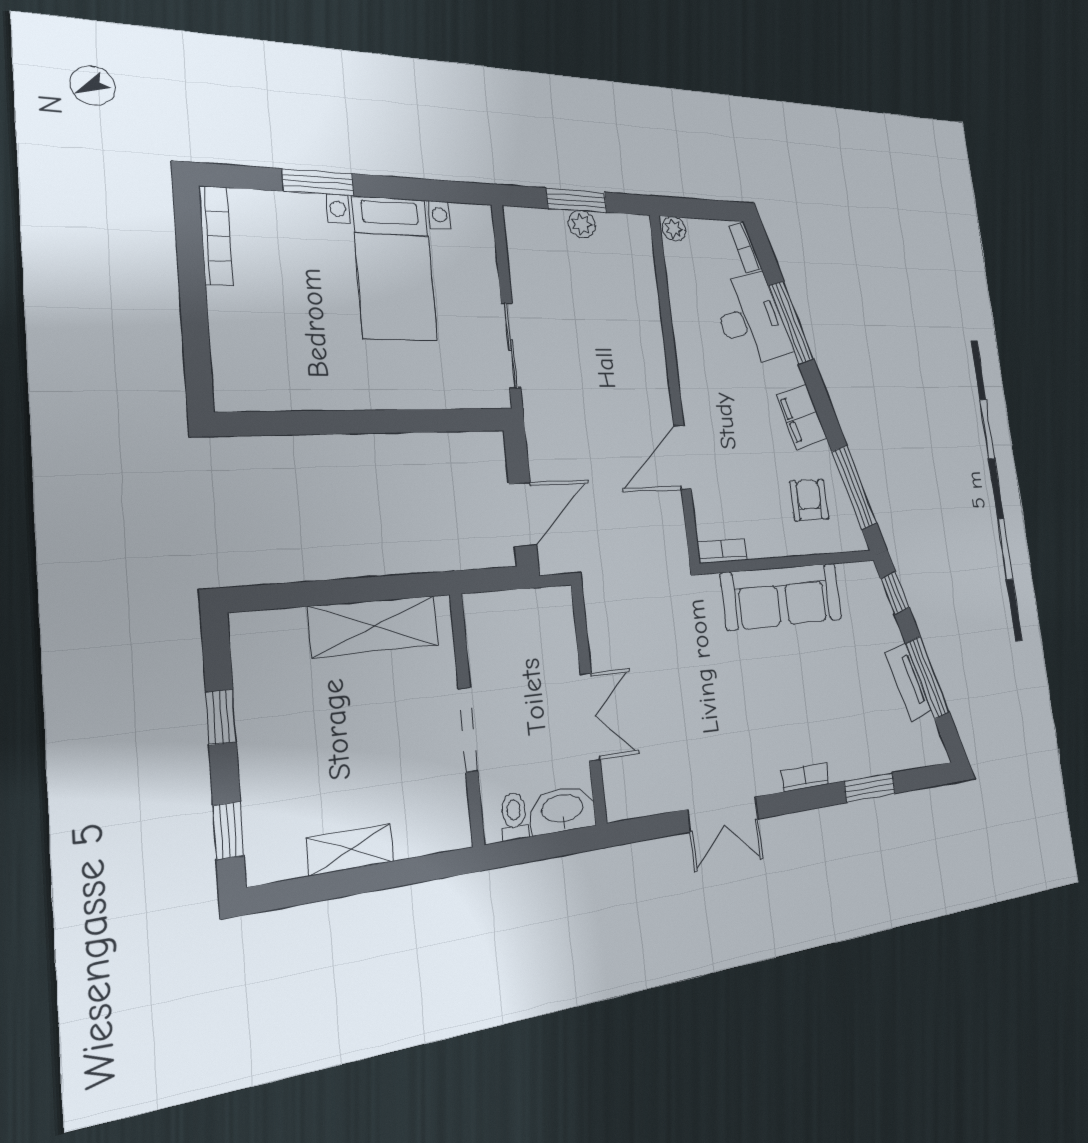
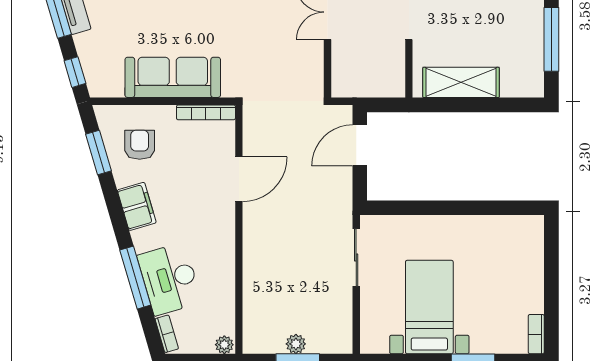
bookcase: (216, 236) -> (536, 334), width x0.64
window: (854, 487) -> (99, 152), width x0.69
armchair: (809, 500) -> (140, 145), turned 180
bookcase: (722, 551) -> (206, 112), width x1.56
window: (221, 717) -> (551, 39), width x2.17

